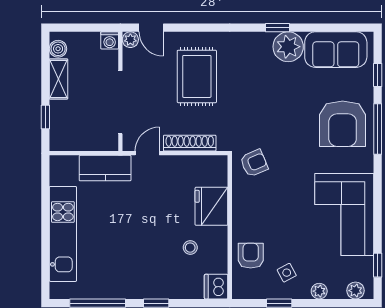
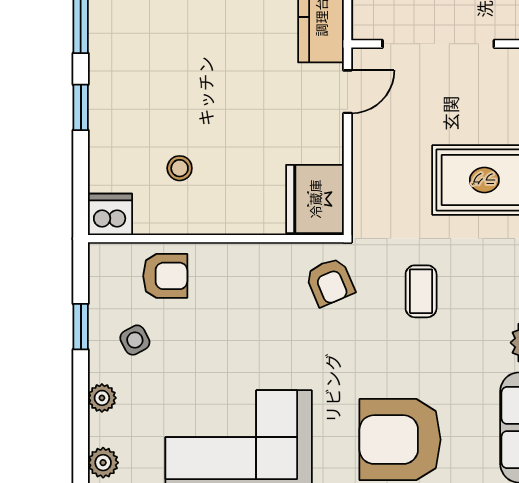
coffee table: (259, 112) -> (421, 291), added
shoe rack: (190, 143) -> (366, 167), removed
door: (147, 153) -> (348, 92), hinge flipped
fridge: (211, 206) -> (315, 199), moved, turned -90

